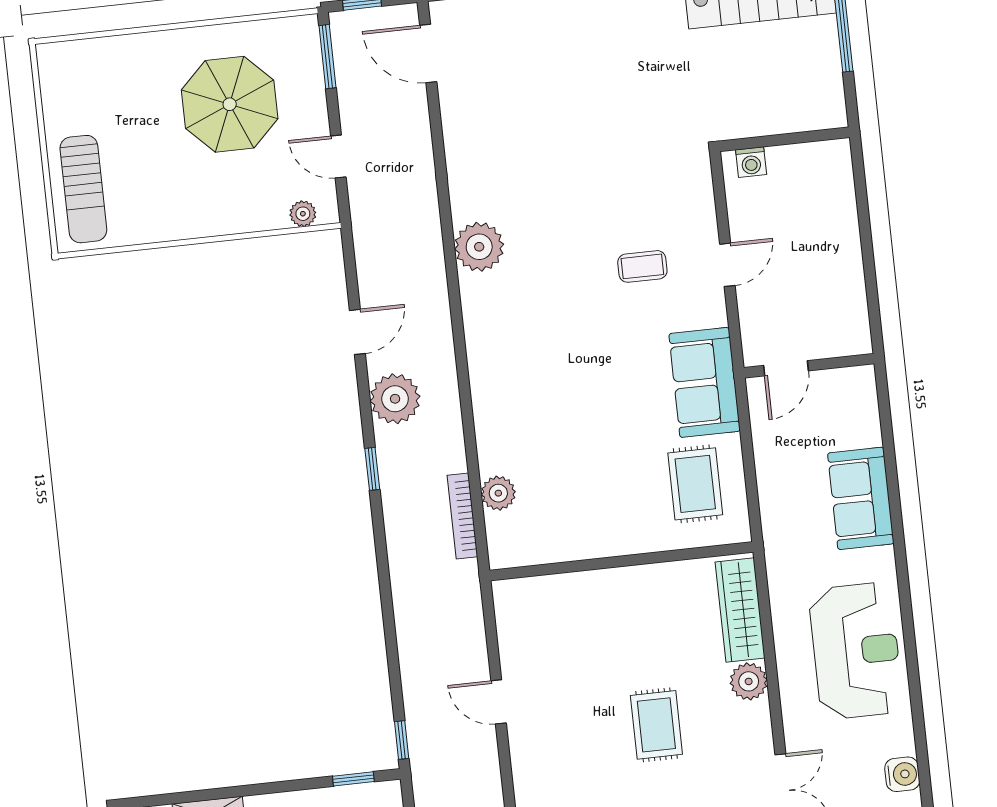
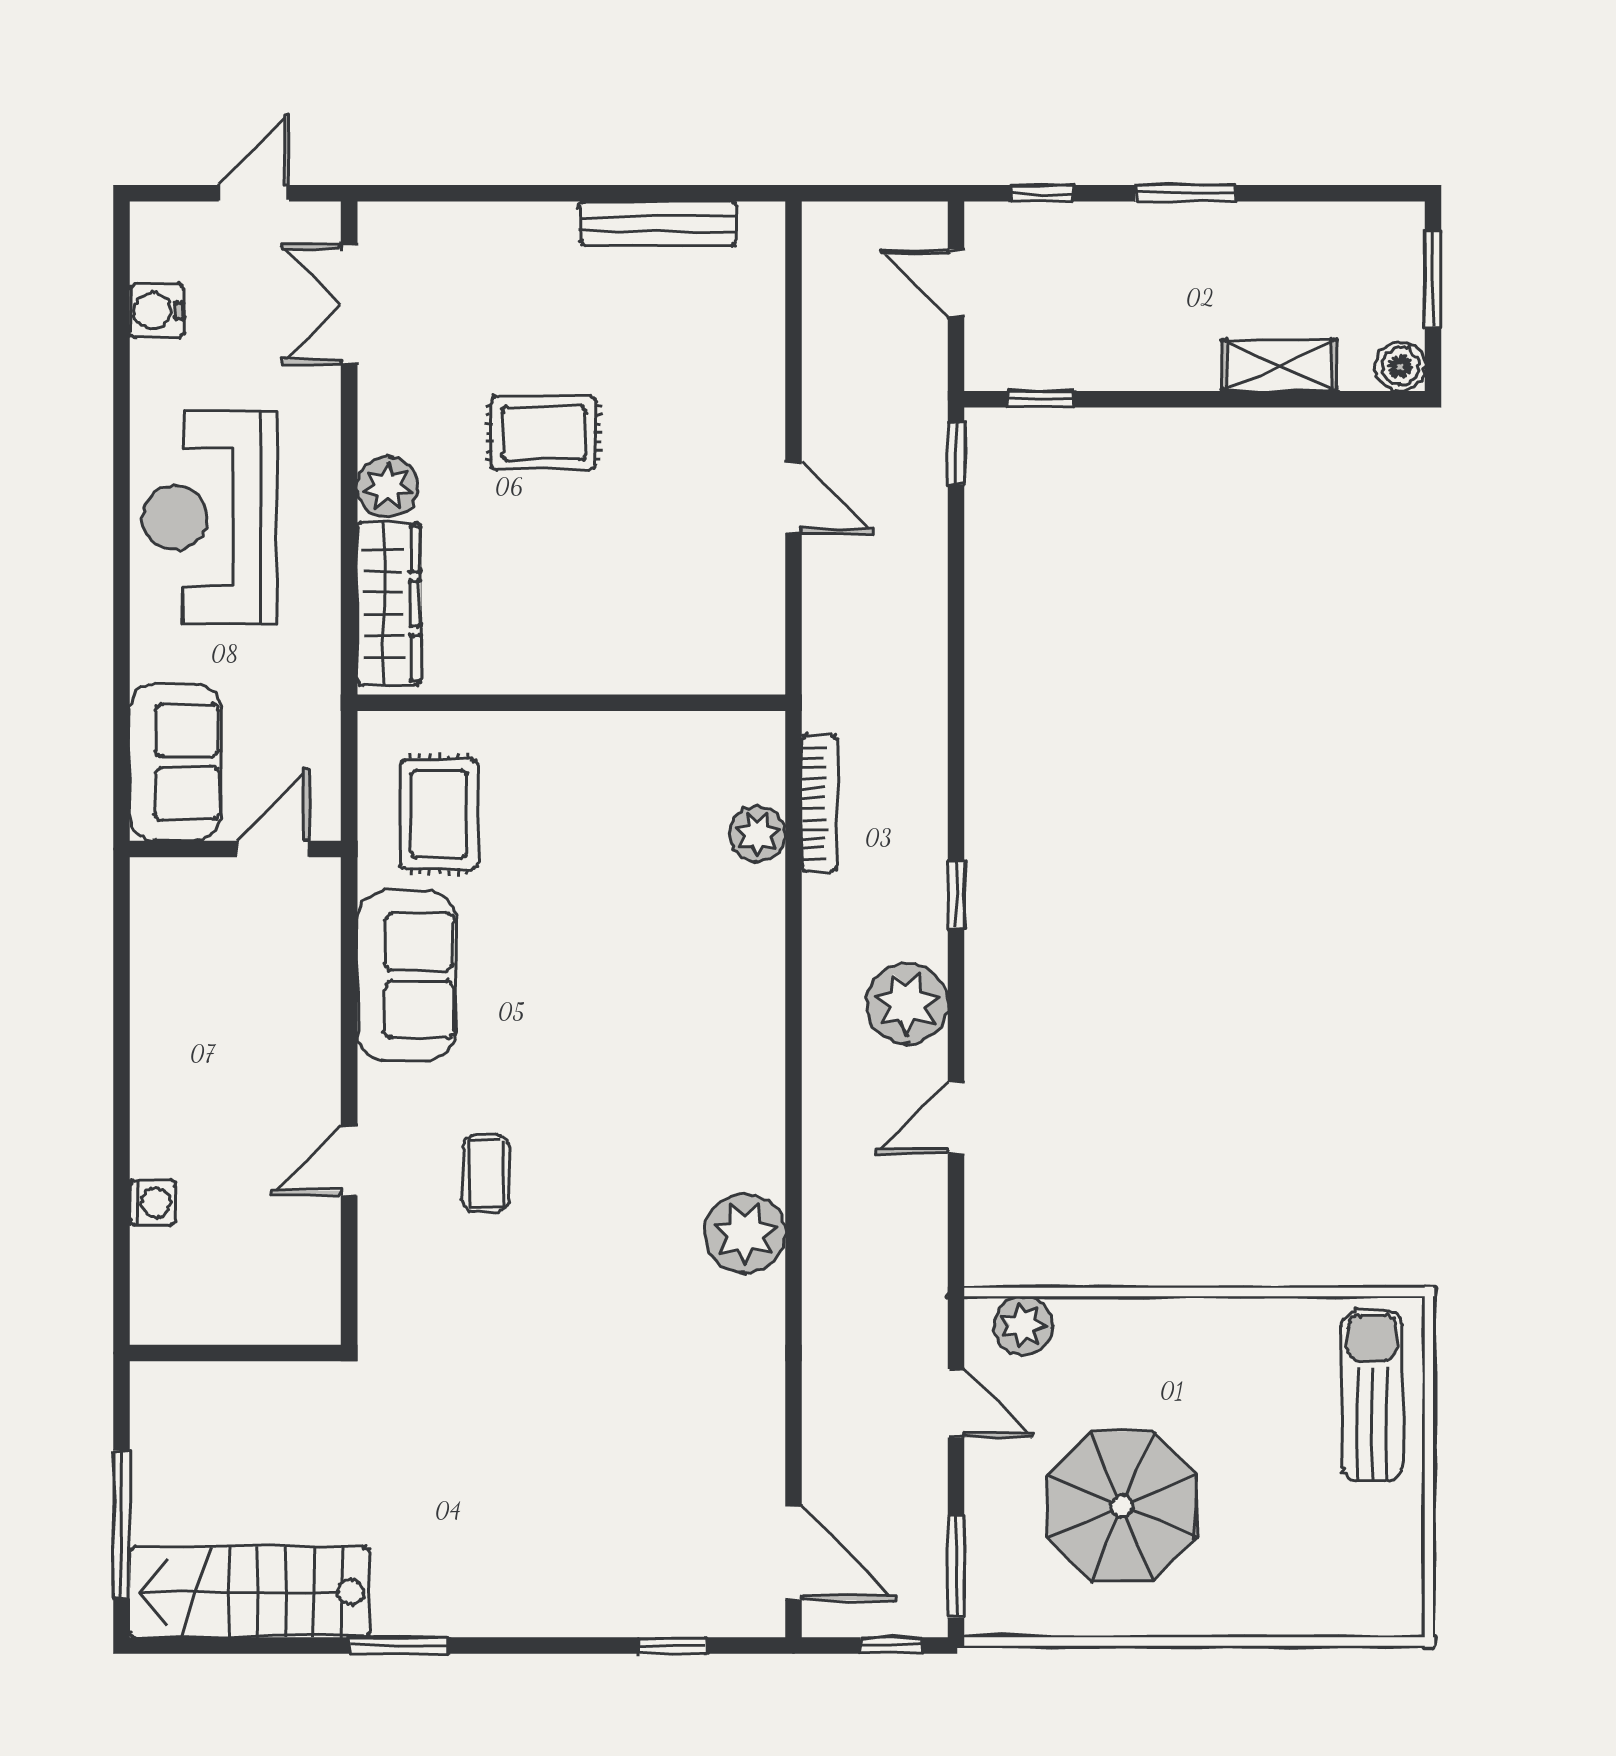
washing machine: (751, 162) -> (152, 1203), moved, turned 90
plant: (303, 214) -> (1023, 1325), width x1.38, depth x1.38
coffee table: (642, 266) -> (486, 1173), turned 90
wall: (809, 366) -> (235, 849), moved
door: (786, 368) -> (273, 849), moved
rug: (656, 725) -> (544, 433), turned 90

